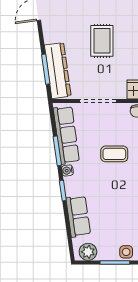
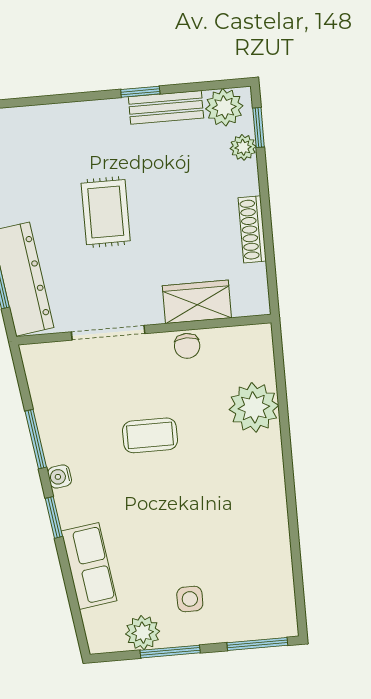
row of seats: (66, 135) -> (51, 406), removed
plant: (88, 252) -> (143, 633), moved
side table: (126, 252) -> (190, 599), moved

